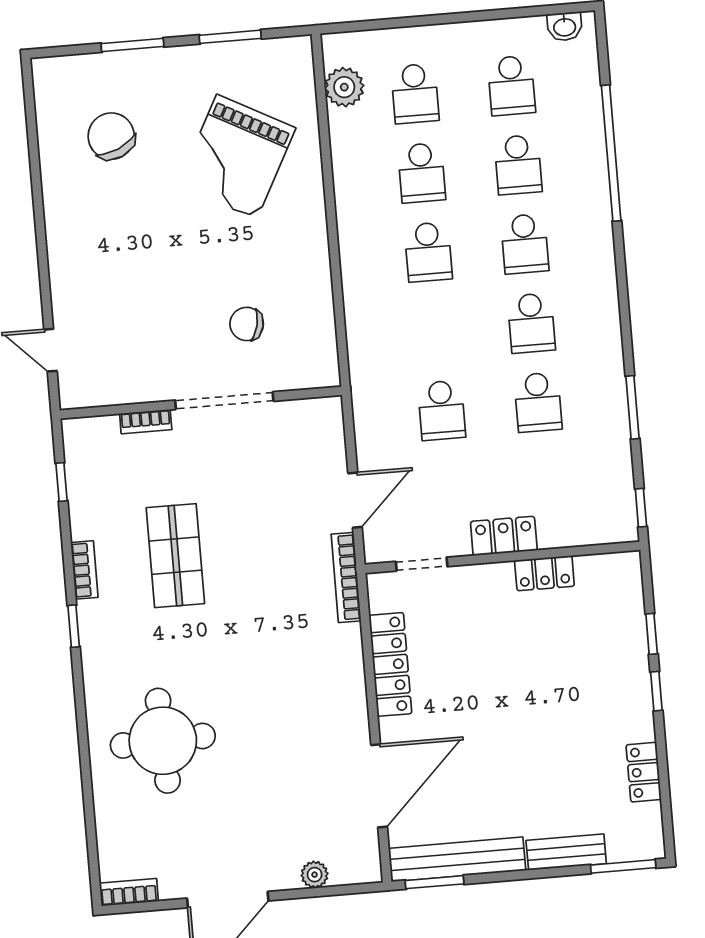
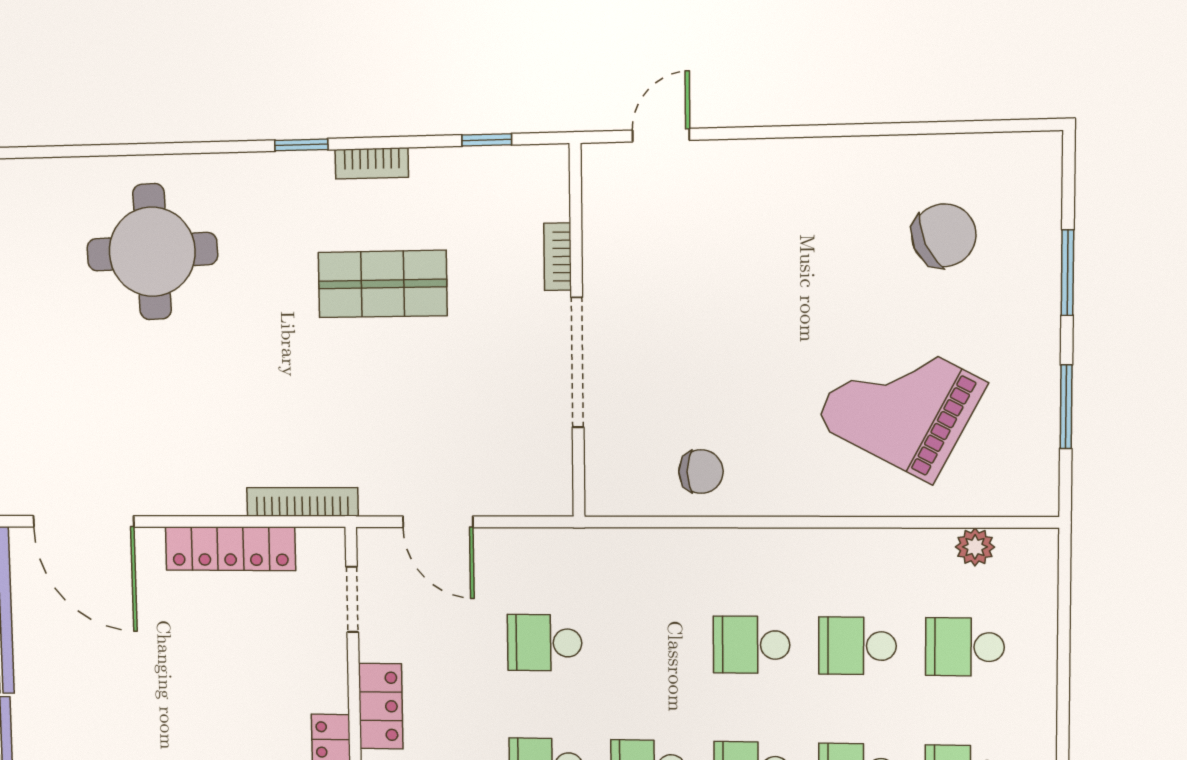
plant: (344, 87) -> (975, 547), width x0.73, depth x0.73
chair: (247, 324) -> (701, 472), moved, turned 77
bookcase: (346, 578) -> (302, 502), moved

